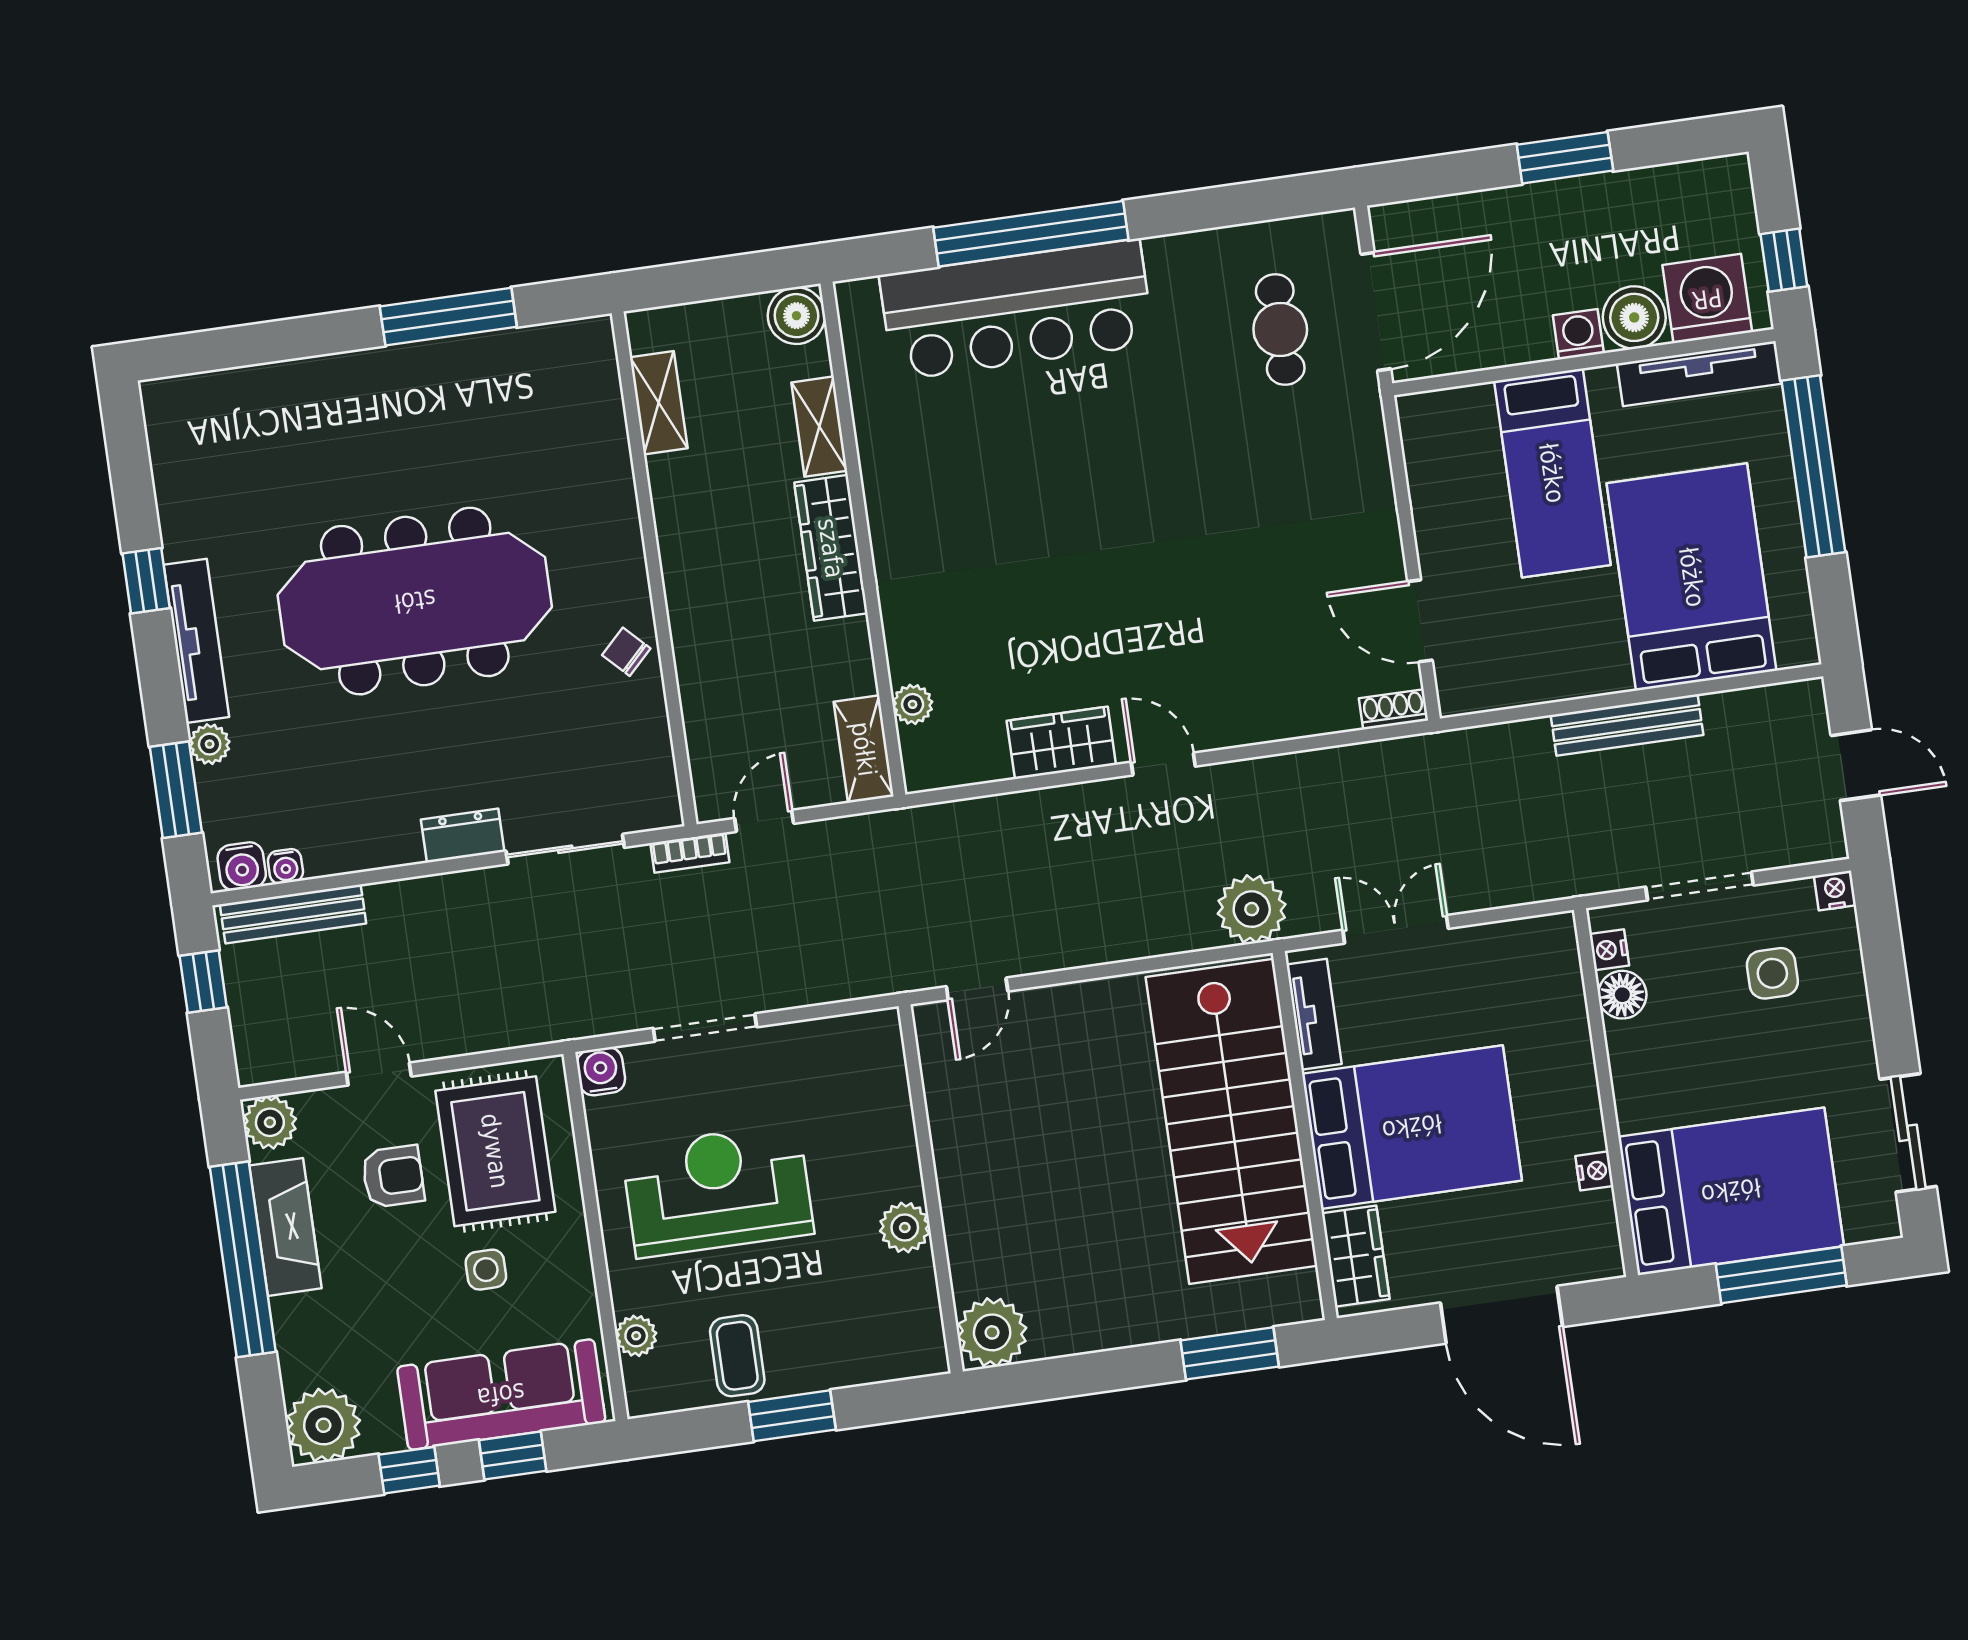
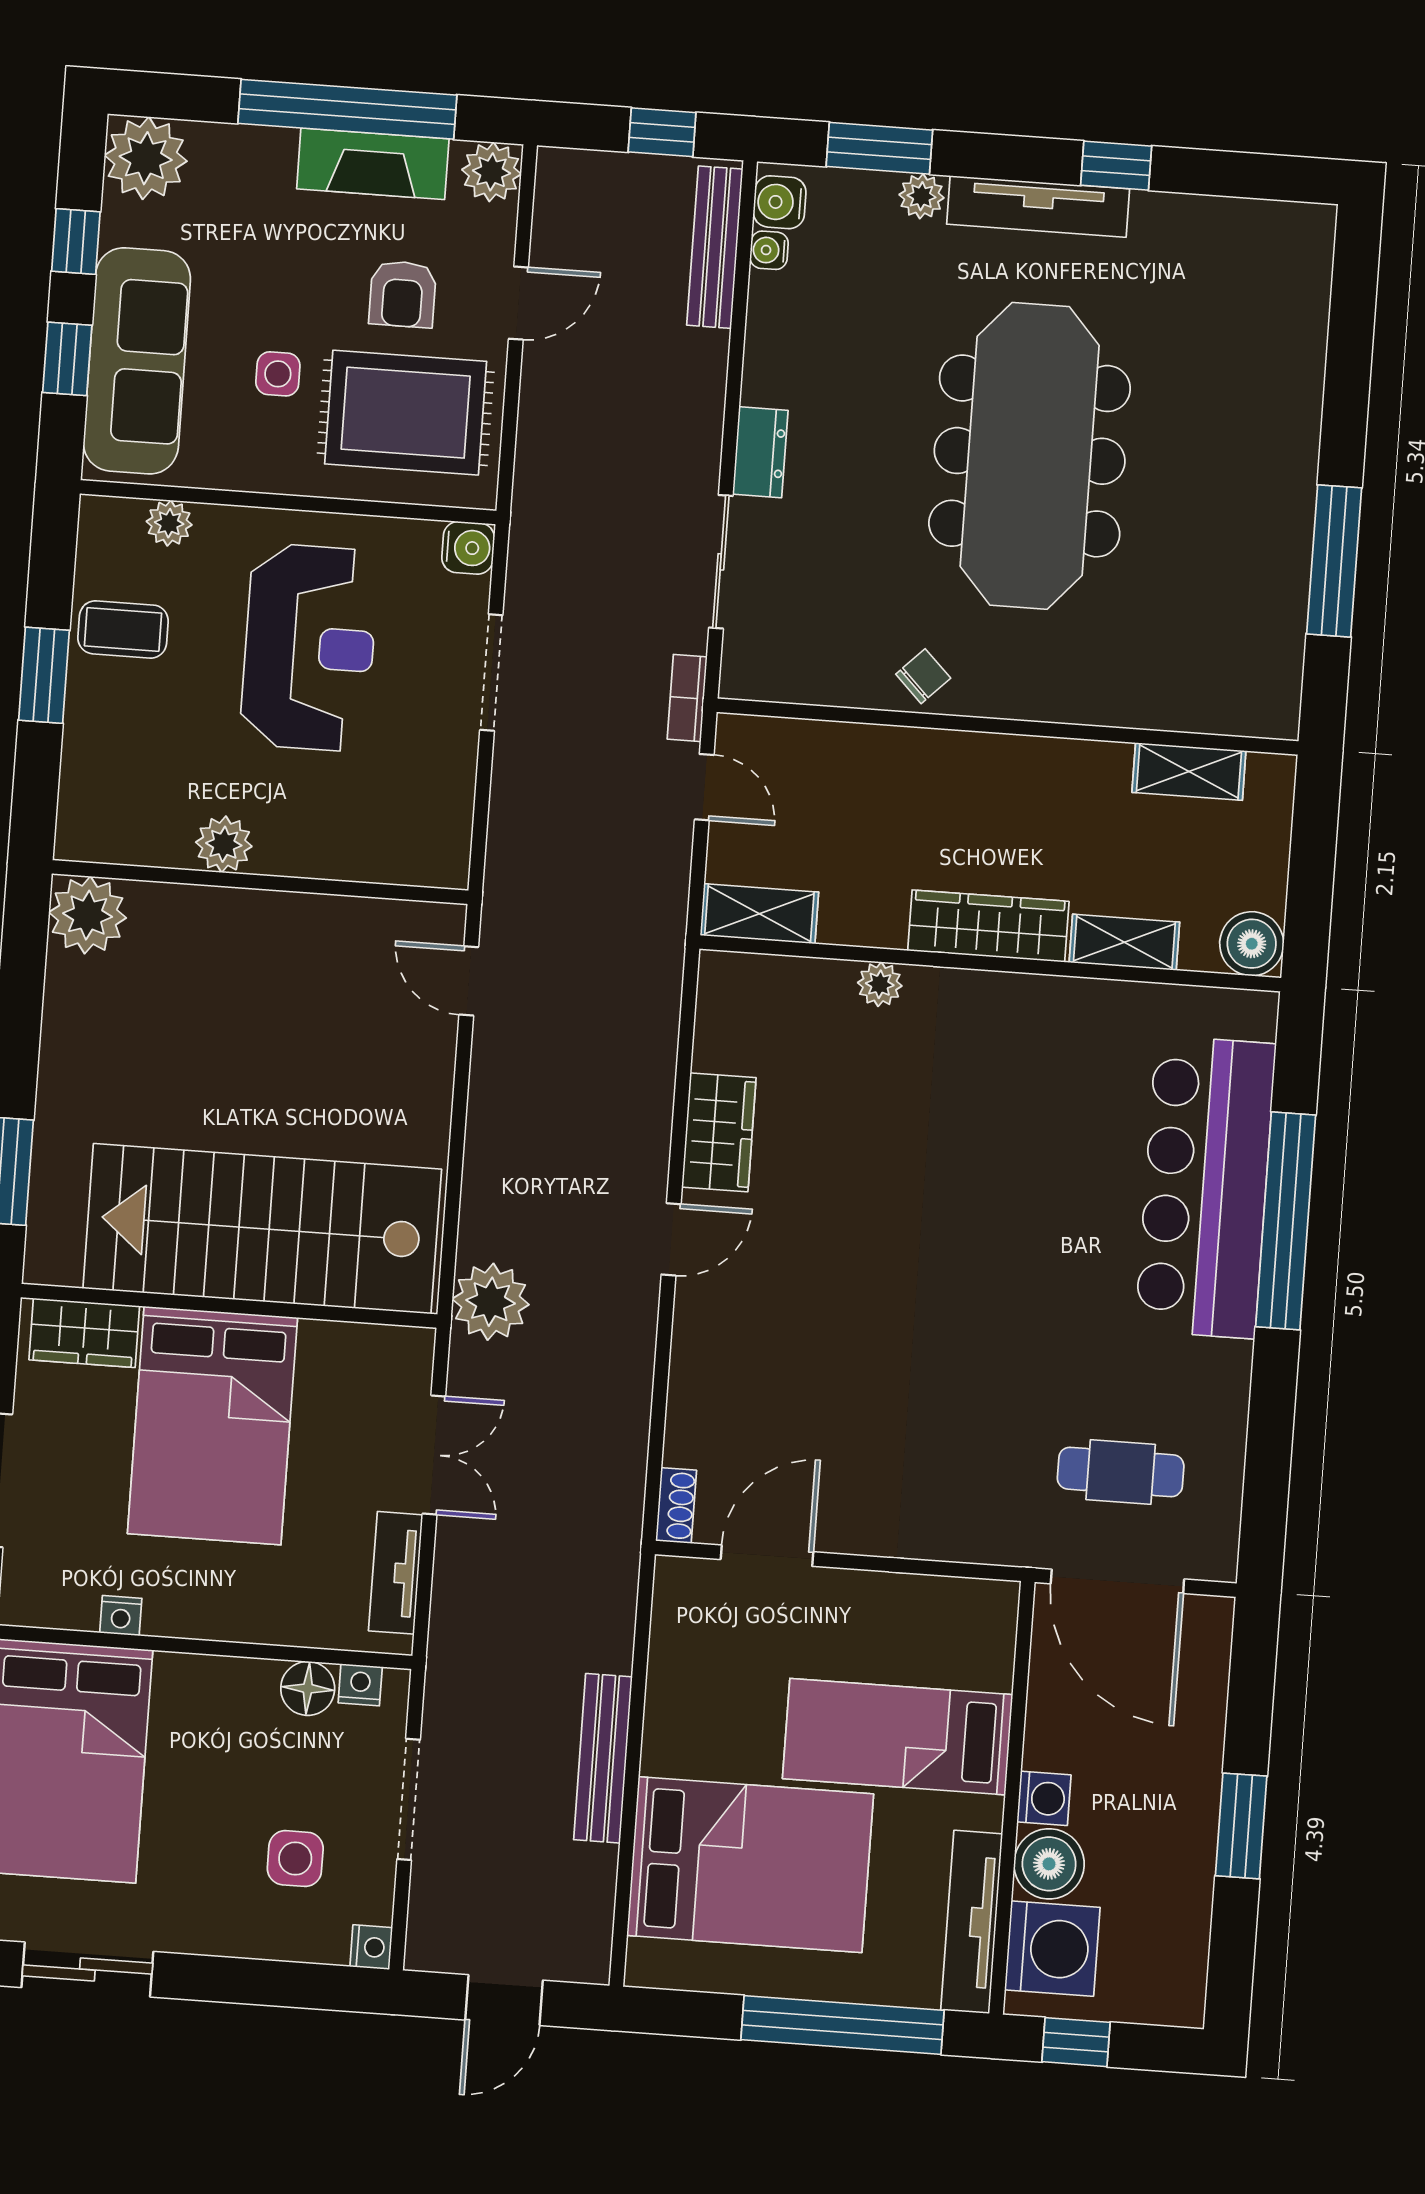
plant: (913, 704) -> (880, 984), moved
tv unit: (1314, 1014) -> (396, 1573), moved, turned 90

